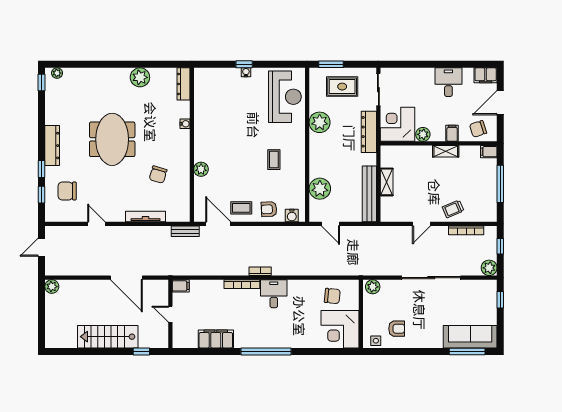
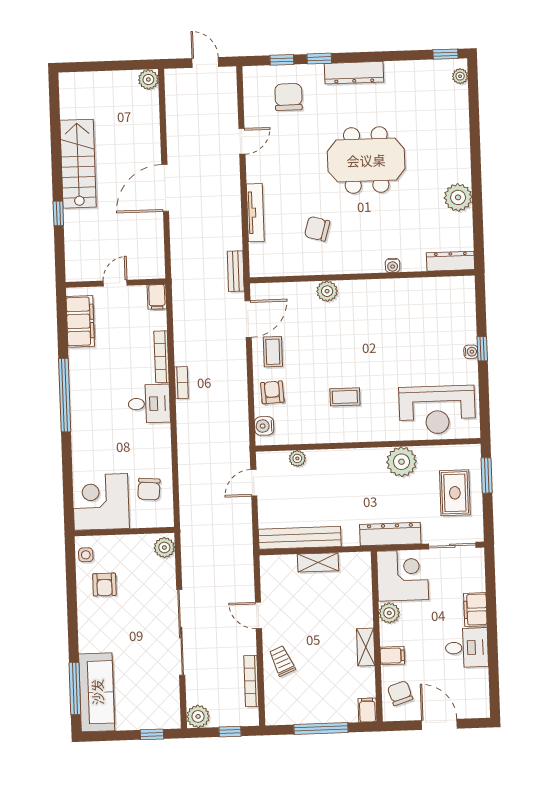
filing cabinet: (486, 75) -> (475, 610), moved
plant: (320, 189) -> (297, 458), width x0.53, depth x0.53
filing cabinet: (181, 286) -> (157, 297), moved
door: (170, 314) -> (115, 283), moved
wall: (170, 314) -> (116, 283), moved

